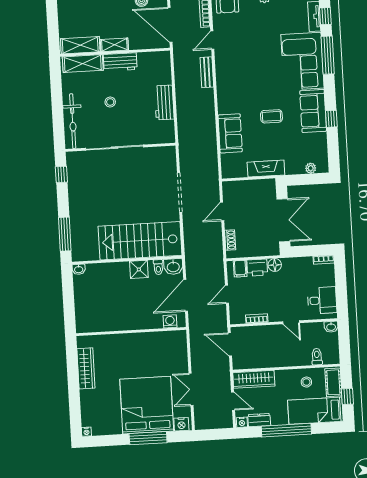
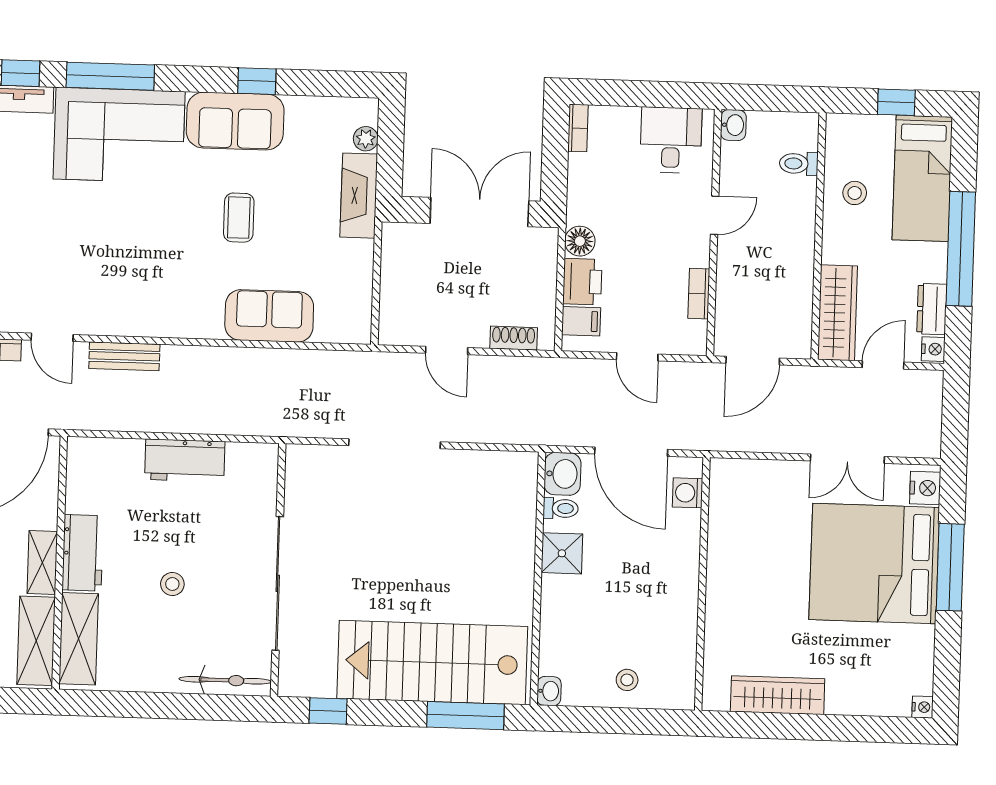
bicycle: (73, 121) -> (225, 680), width x0.73, depth x0.71
fireplace: (266, 169) -> (359, 196), moved
stairs: (140, 241) -> (432, 663), moved, turned 90
stool: (87, 303) -> (627, 680), added
cot: (333, 382) -> (861, 131), removed

